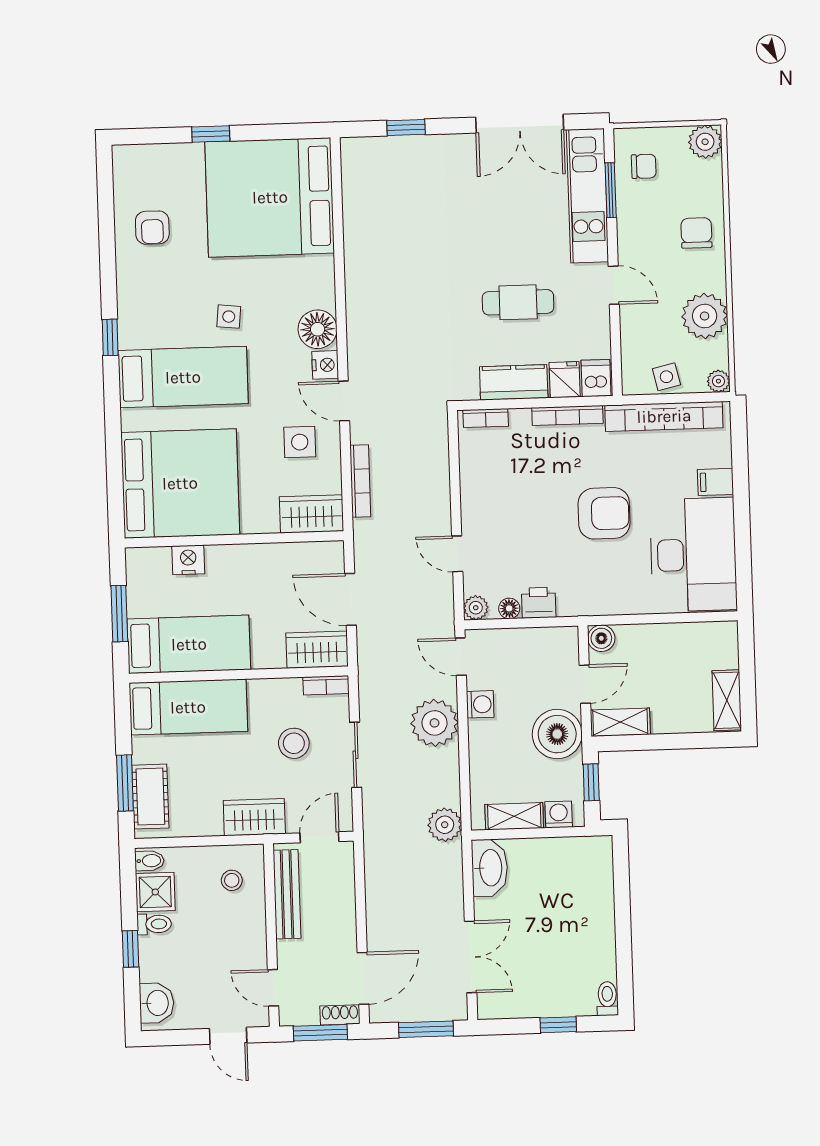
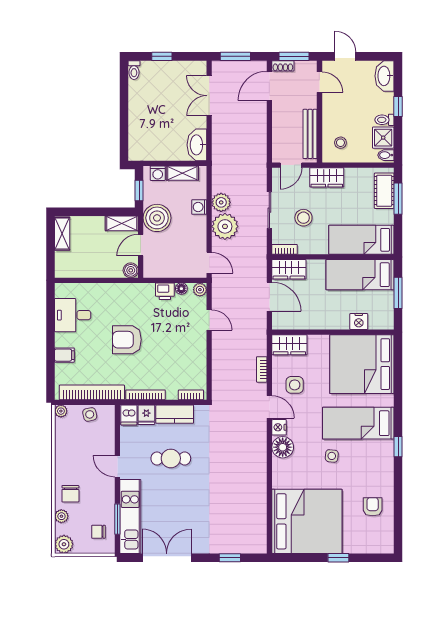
plant: (705, 316) -> (61, 516), moved, width x0.53, depth x0.53
bookcase: (360, 481) -> (262, 369), width x0.64
desk: (693, 555) -> (73, 315), width x0.53, depth x0.77
washing machine: (480, 704) -> (199, 207), moved
plant: (445, 825) -> (221, 202), moved
washbasin: (157, 1003) -> (384, 76), width x1.38

